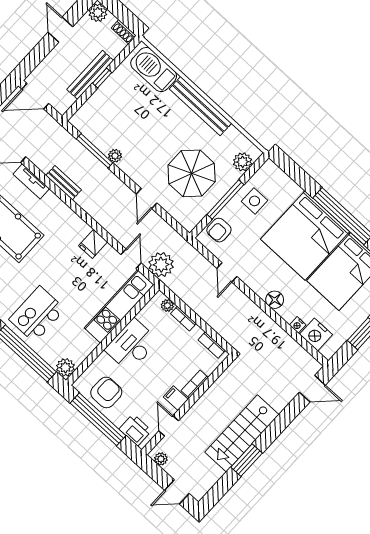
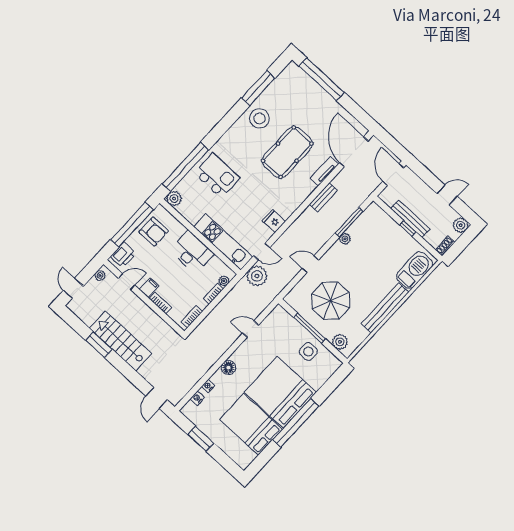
armchair: (219, 230) -> (285, 323), removed
nightstand: (316, 335) -> (197, 398), width x0.53, depth x0.56

